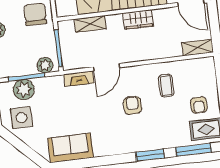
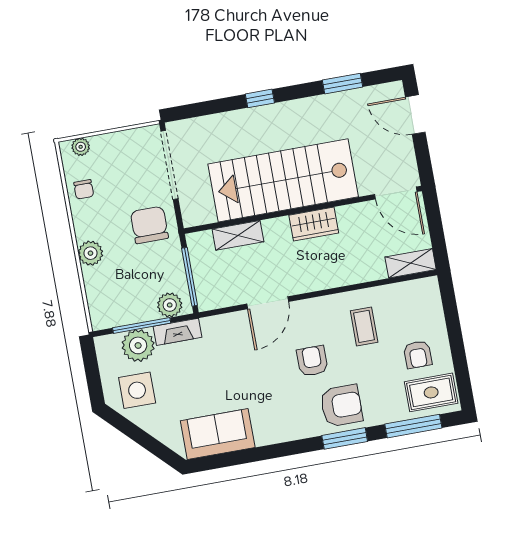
fireplace: (79, 79) -> (177, 332), moved
armchair: (149, 134) -> (341, 406), added

